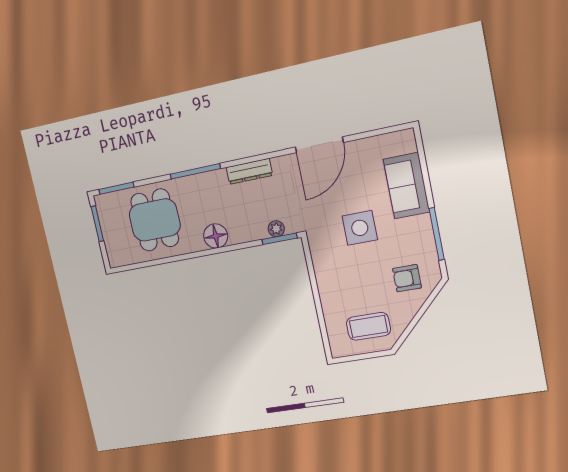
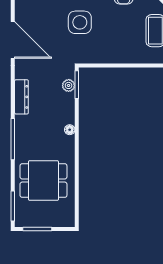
floor lamp: (216, 236) -> (70, 130), width x0.53, depth x0.53

